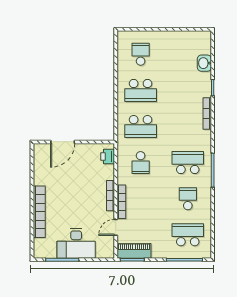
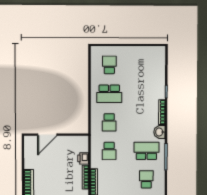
washbasin: (204, 63) -> (159, 132), moved
school desk: (141, 127) -> (109, 122), width x0.54
printer: (108, 156) -> (83, 158), moved

